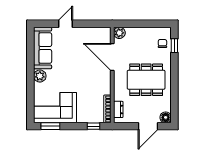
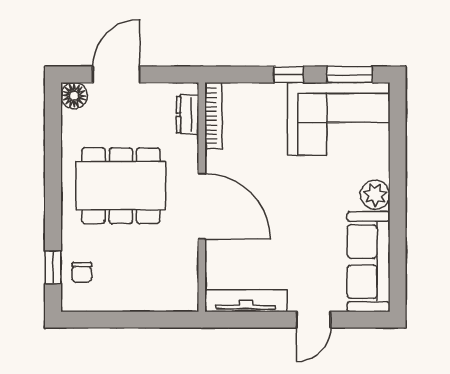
tv unit: (94, 32) -> (246, 301), added
plant: (119, 33) -> (185, 298), removed
door: (112, 57) -> (202, 206), moved
window: (93, 126) -> (289, 75), moved

